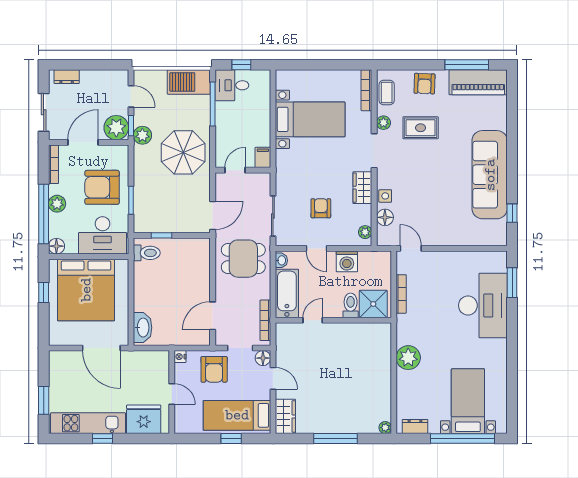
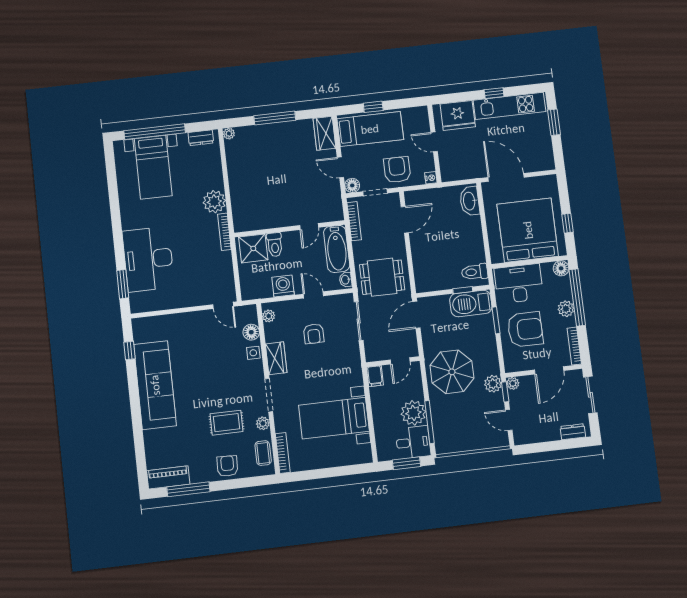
window: (241, 65) -> (406, 463), width x1.50
barbecue: (189, 82) -> (471, 303), moved, turned 180
piano: (478, 82) -> (168, 477), width x0.73, depth x0.75
plant: (228, 115) -> (413, 413), added
plant: (116, 128) -> (513, 383), width x0.53, depth x0.53
bookcase: (401, 294) -> (224, 232), moved

